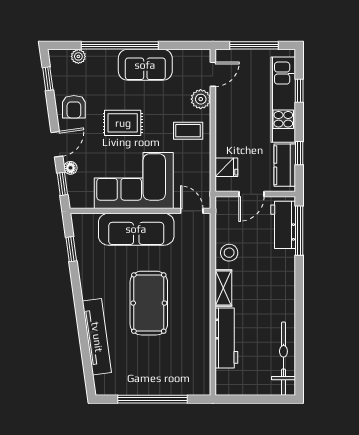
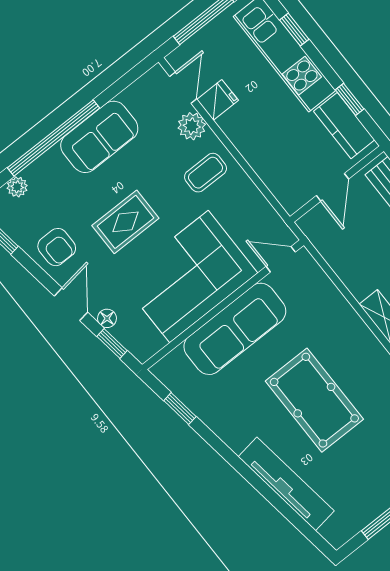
fridge: (226, 167) -> (218, 100), moved
stool: (229, 253) -> (359, 273), removed

